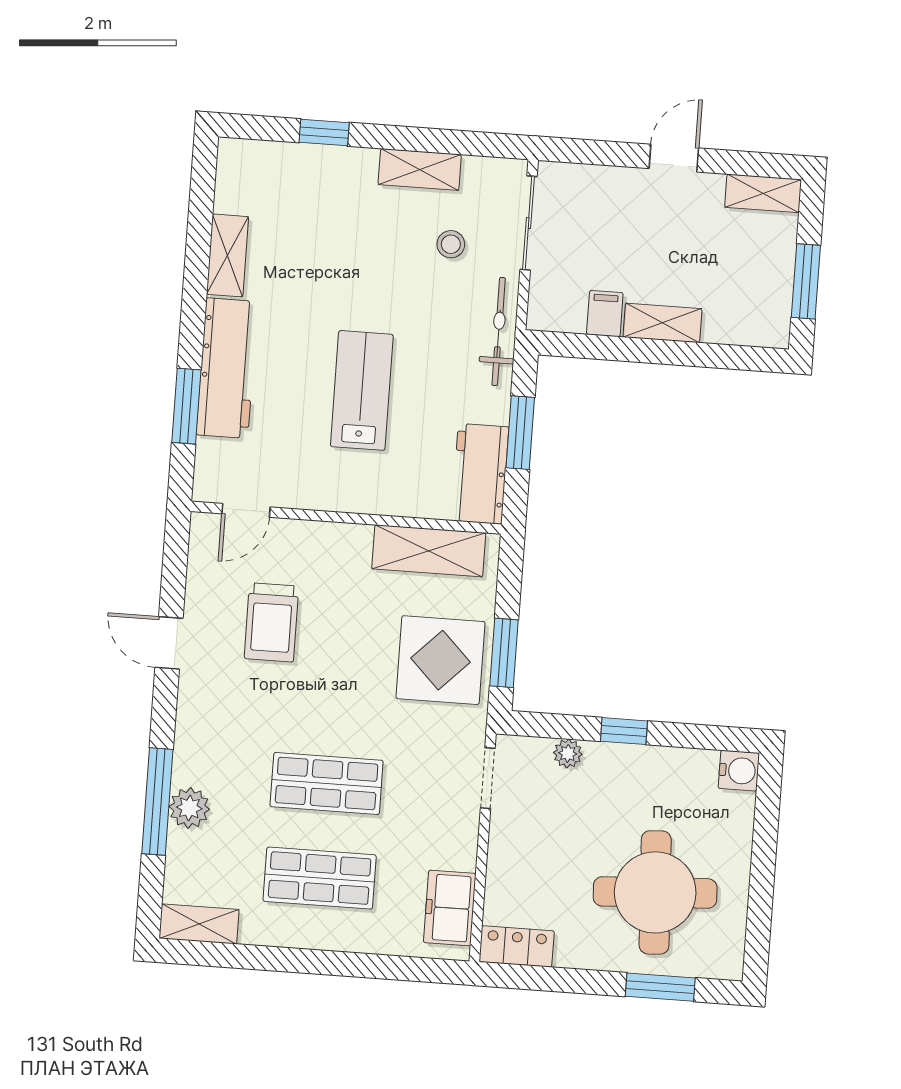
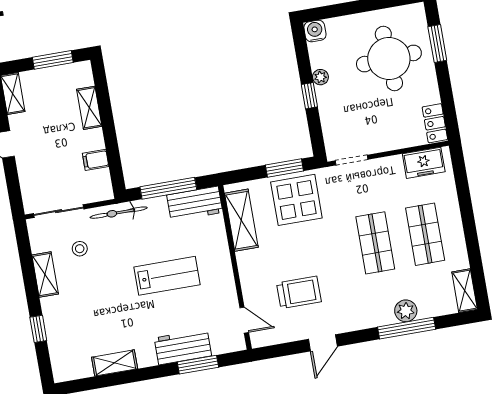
shelving: (662, 323) -> (89, 108), moved
workbench: (227, 368) -> (183, 347), width x0.73
lab bench: (362, 390) -> (167, 276), turned 180
window: (520, 433) -> (168, 188), width x1.44
plant: (568, 753) -> (320, 77), moved

